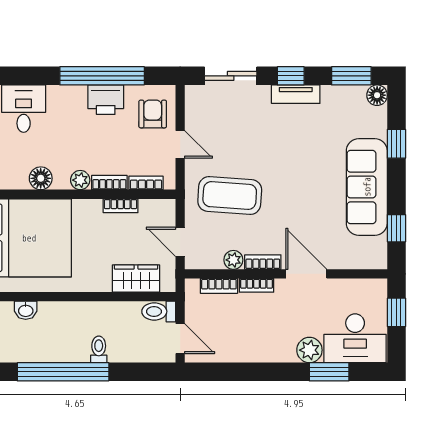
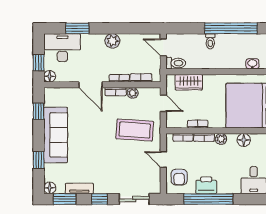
tv unit: (296, 94) -> (79, 188), moved
floor lamp: (377, 289) -> (50, 76), added
plant: (309, 350) -> (112, 41), moved

